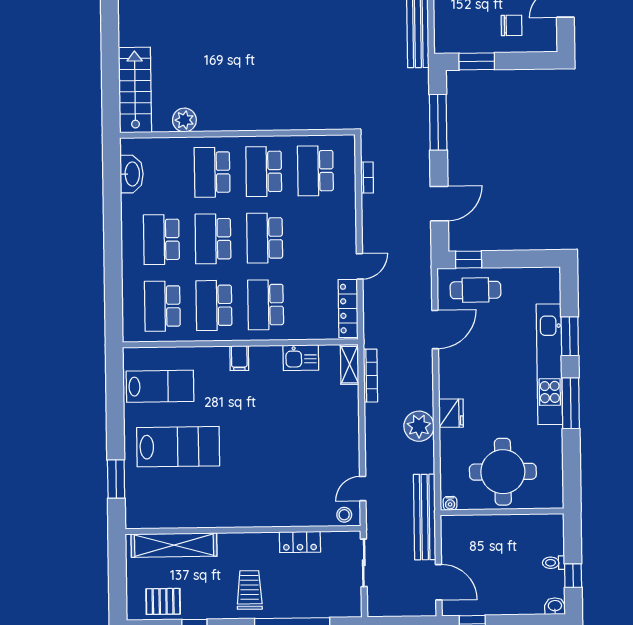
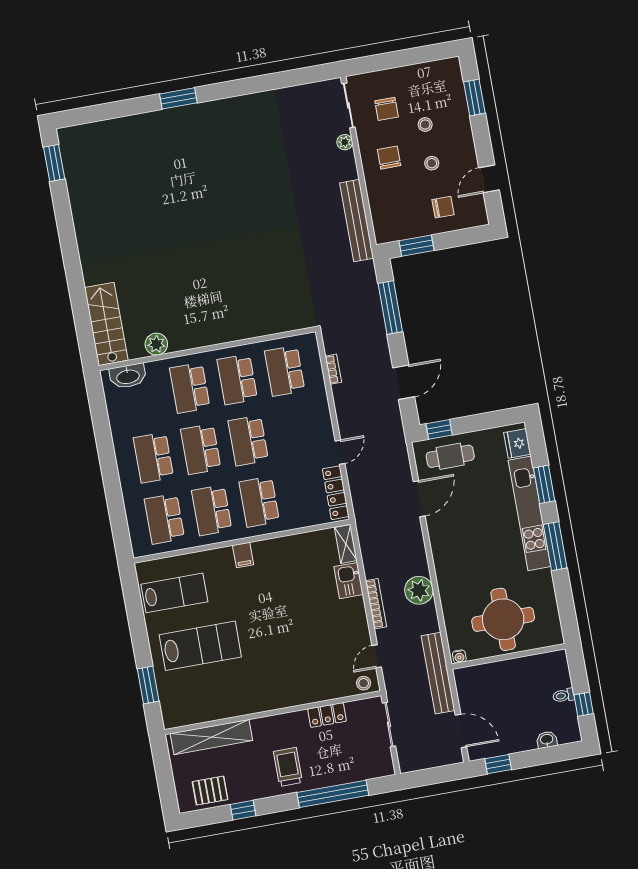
washbasin: (132, 174) -> (128, 376), moved, turned 90
kitchen sink: (301, 358) -> (349, 581), moved, turned 90
bookcase: (370, 376) -> (376, 604), moved
fridge: (451, 413) -> (517, 443), moved, turned 180
washbasin: (555, 606) -> (547, 740), moved

